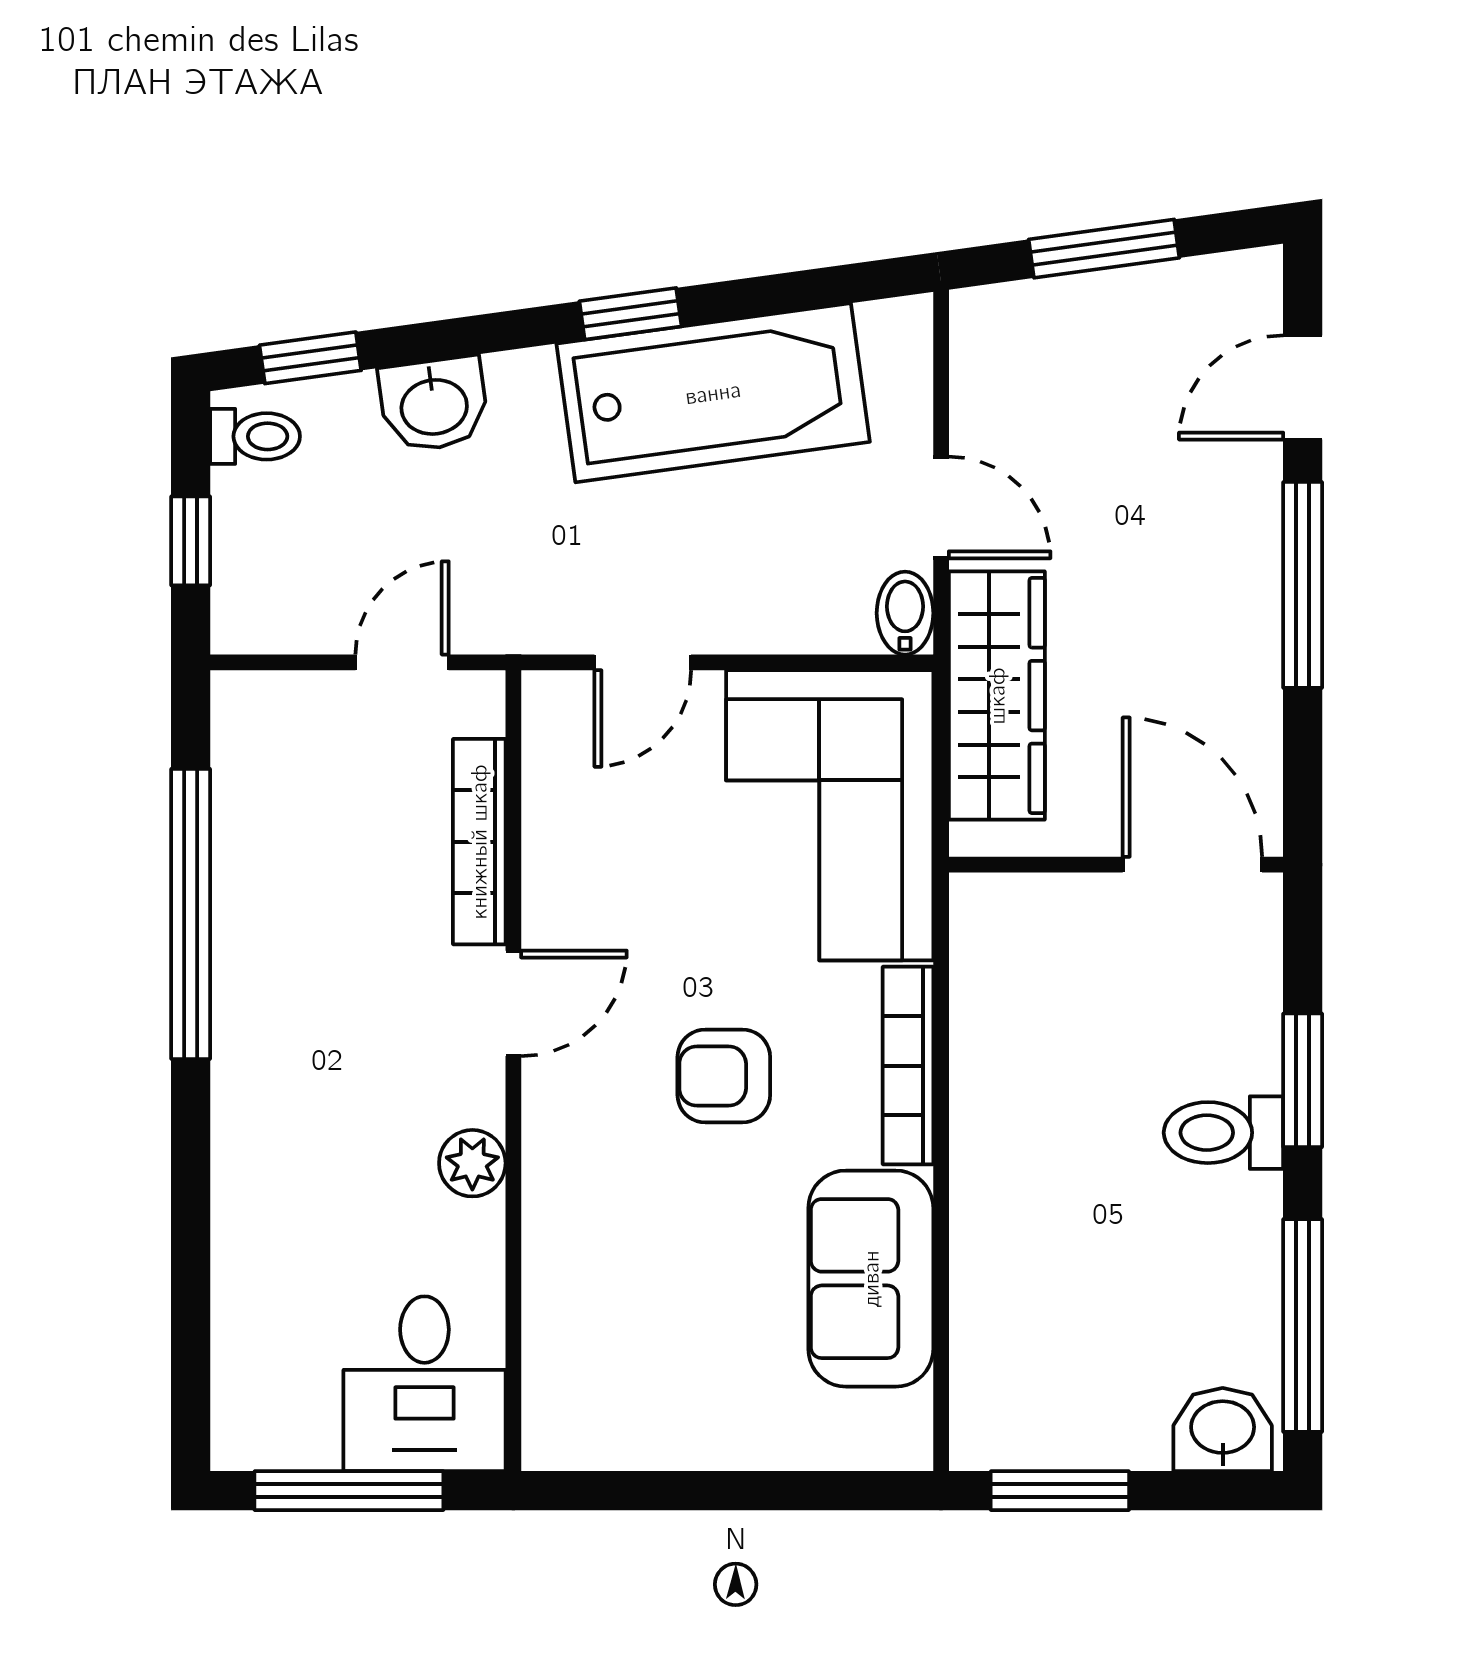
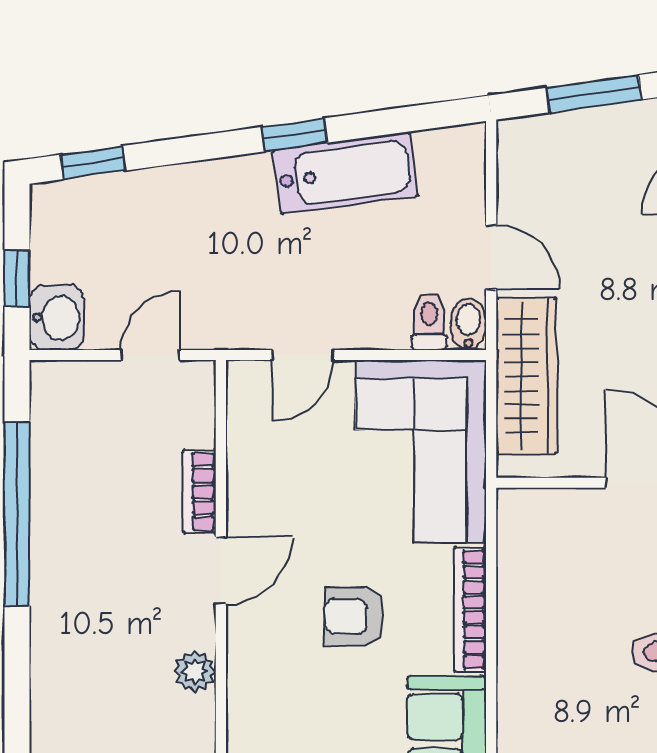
bathtub: (713, 393) -> (346, 173), width x0.73, depth x0.73
washbasin: (434, 404) -> (57, 318), moved, turned -82
toilet: (255, 436) -> (429, 322), moved, turned -90
bookcase: (479, 842) -> (199, 492), width x0.64

